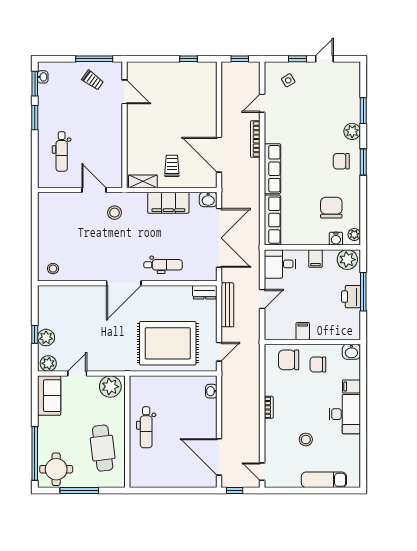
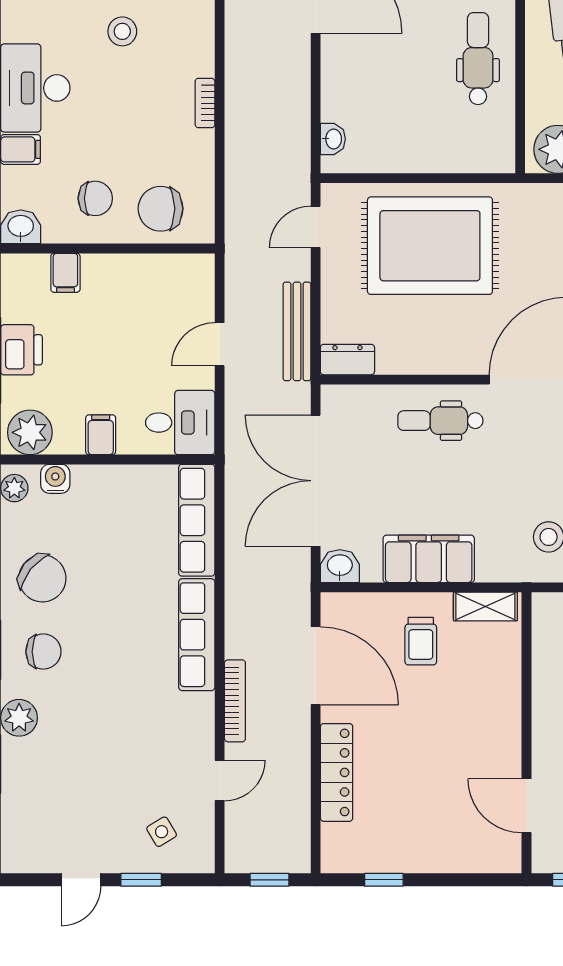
locker: (210, 107) -> (337, 772), added
chair: (331, 208) -> (42, 578), moved, turned -51
filing cabinet: (303, 331) -> (65, 273), moved
chair: (289, 360) -> (161, 209), turned 180

